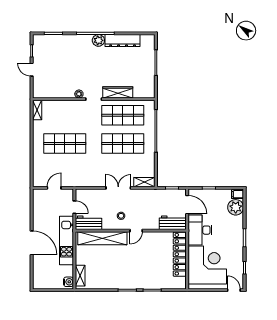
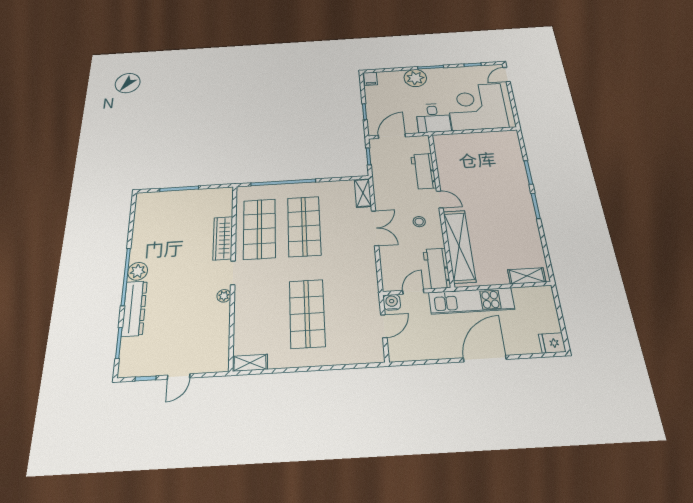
dresser: (123, 41) -> (134, 308), moved
door: (54, 188) -> (384, 326), swing flipped
double door: (118, 188) -> (375, 228), swing flipped
plant: (236, 207) -> (415, 78), moved
workbench: (173, 223) -> (423, 171), moved
desk: (200, 230) -> (433, 118), width x0.73
locker: (180, 254) -> (467, 141), removed
fridge: (38, 282) -> (552, 343), added
water cooler: (68, 282) -> (392, 302), moved

